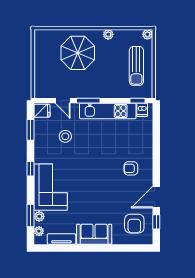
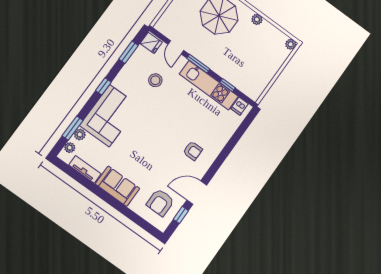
sun lounger: (136, 66) -> (262, 64), removed
window: (137, 101) -> (228, 85), moved
armchair: (131, 168) -> (193, 151), turned 180

